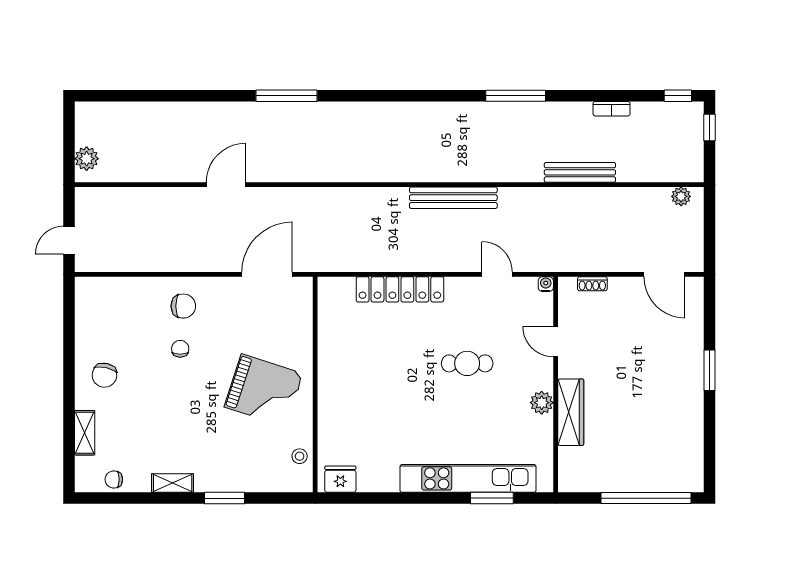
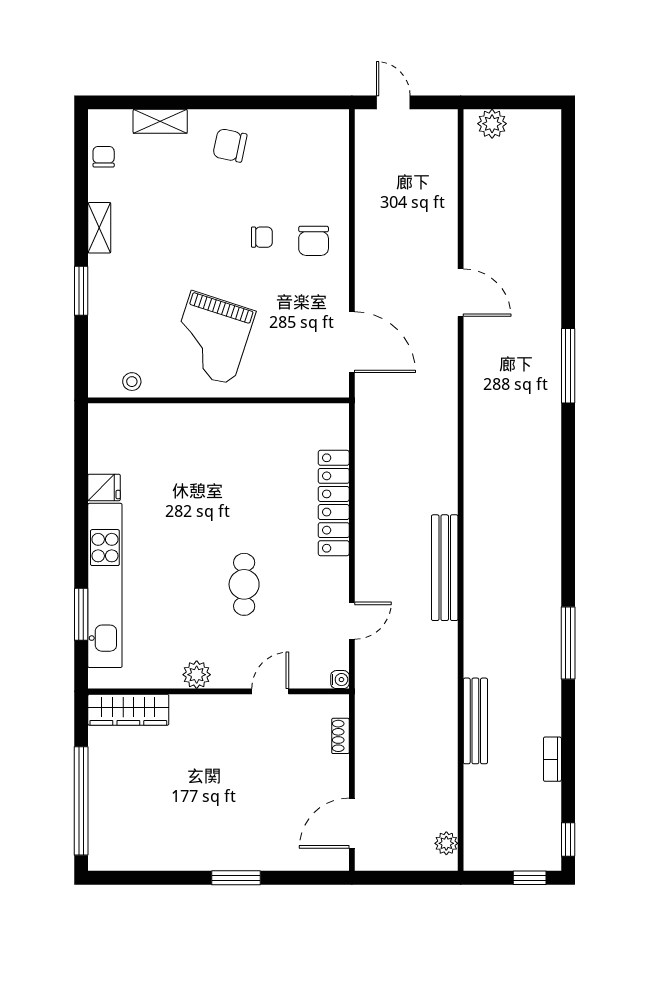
wardrobe: (571, 412) -> (128, 710), moved
fridge: (340, 479) -> (104, 488), moved, width x0.72

